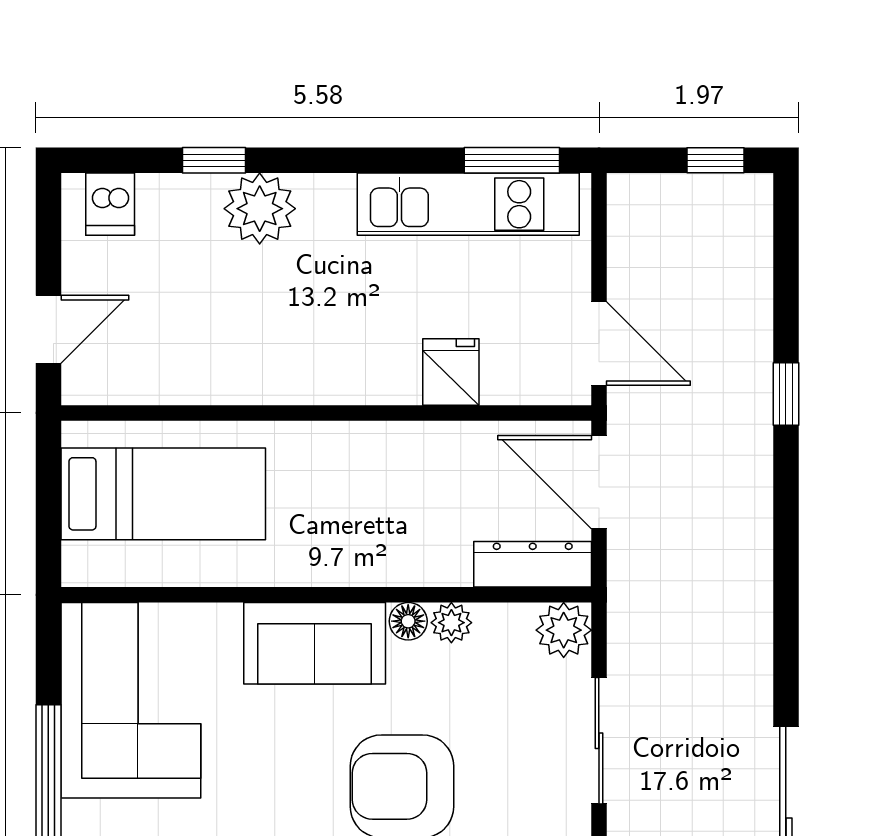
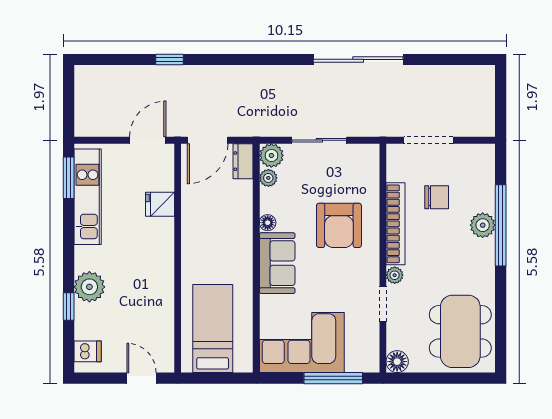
window: (716, 160) -> (69, 90), removed
dresser: (533, 564) -> (243, 161), width x0.70
plant: (451, 623) -> (268, 178), moved

